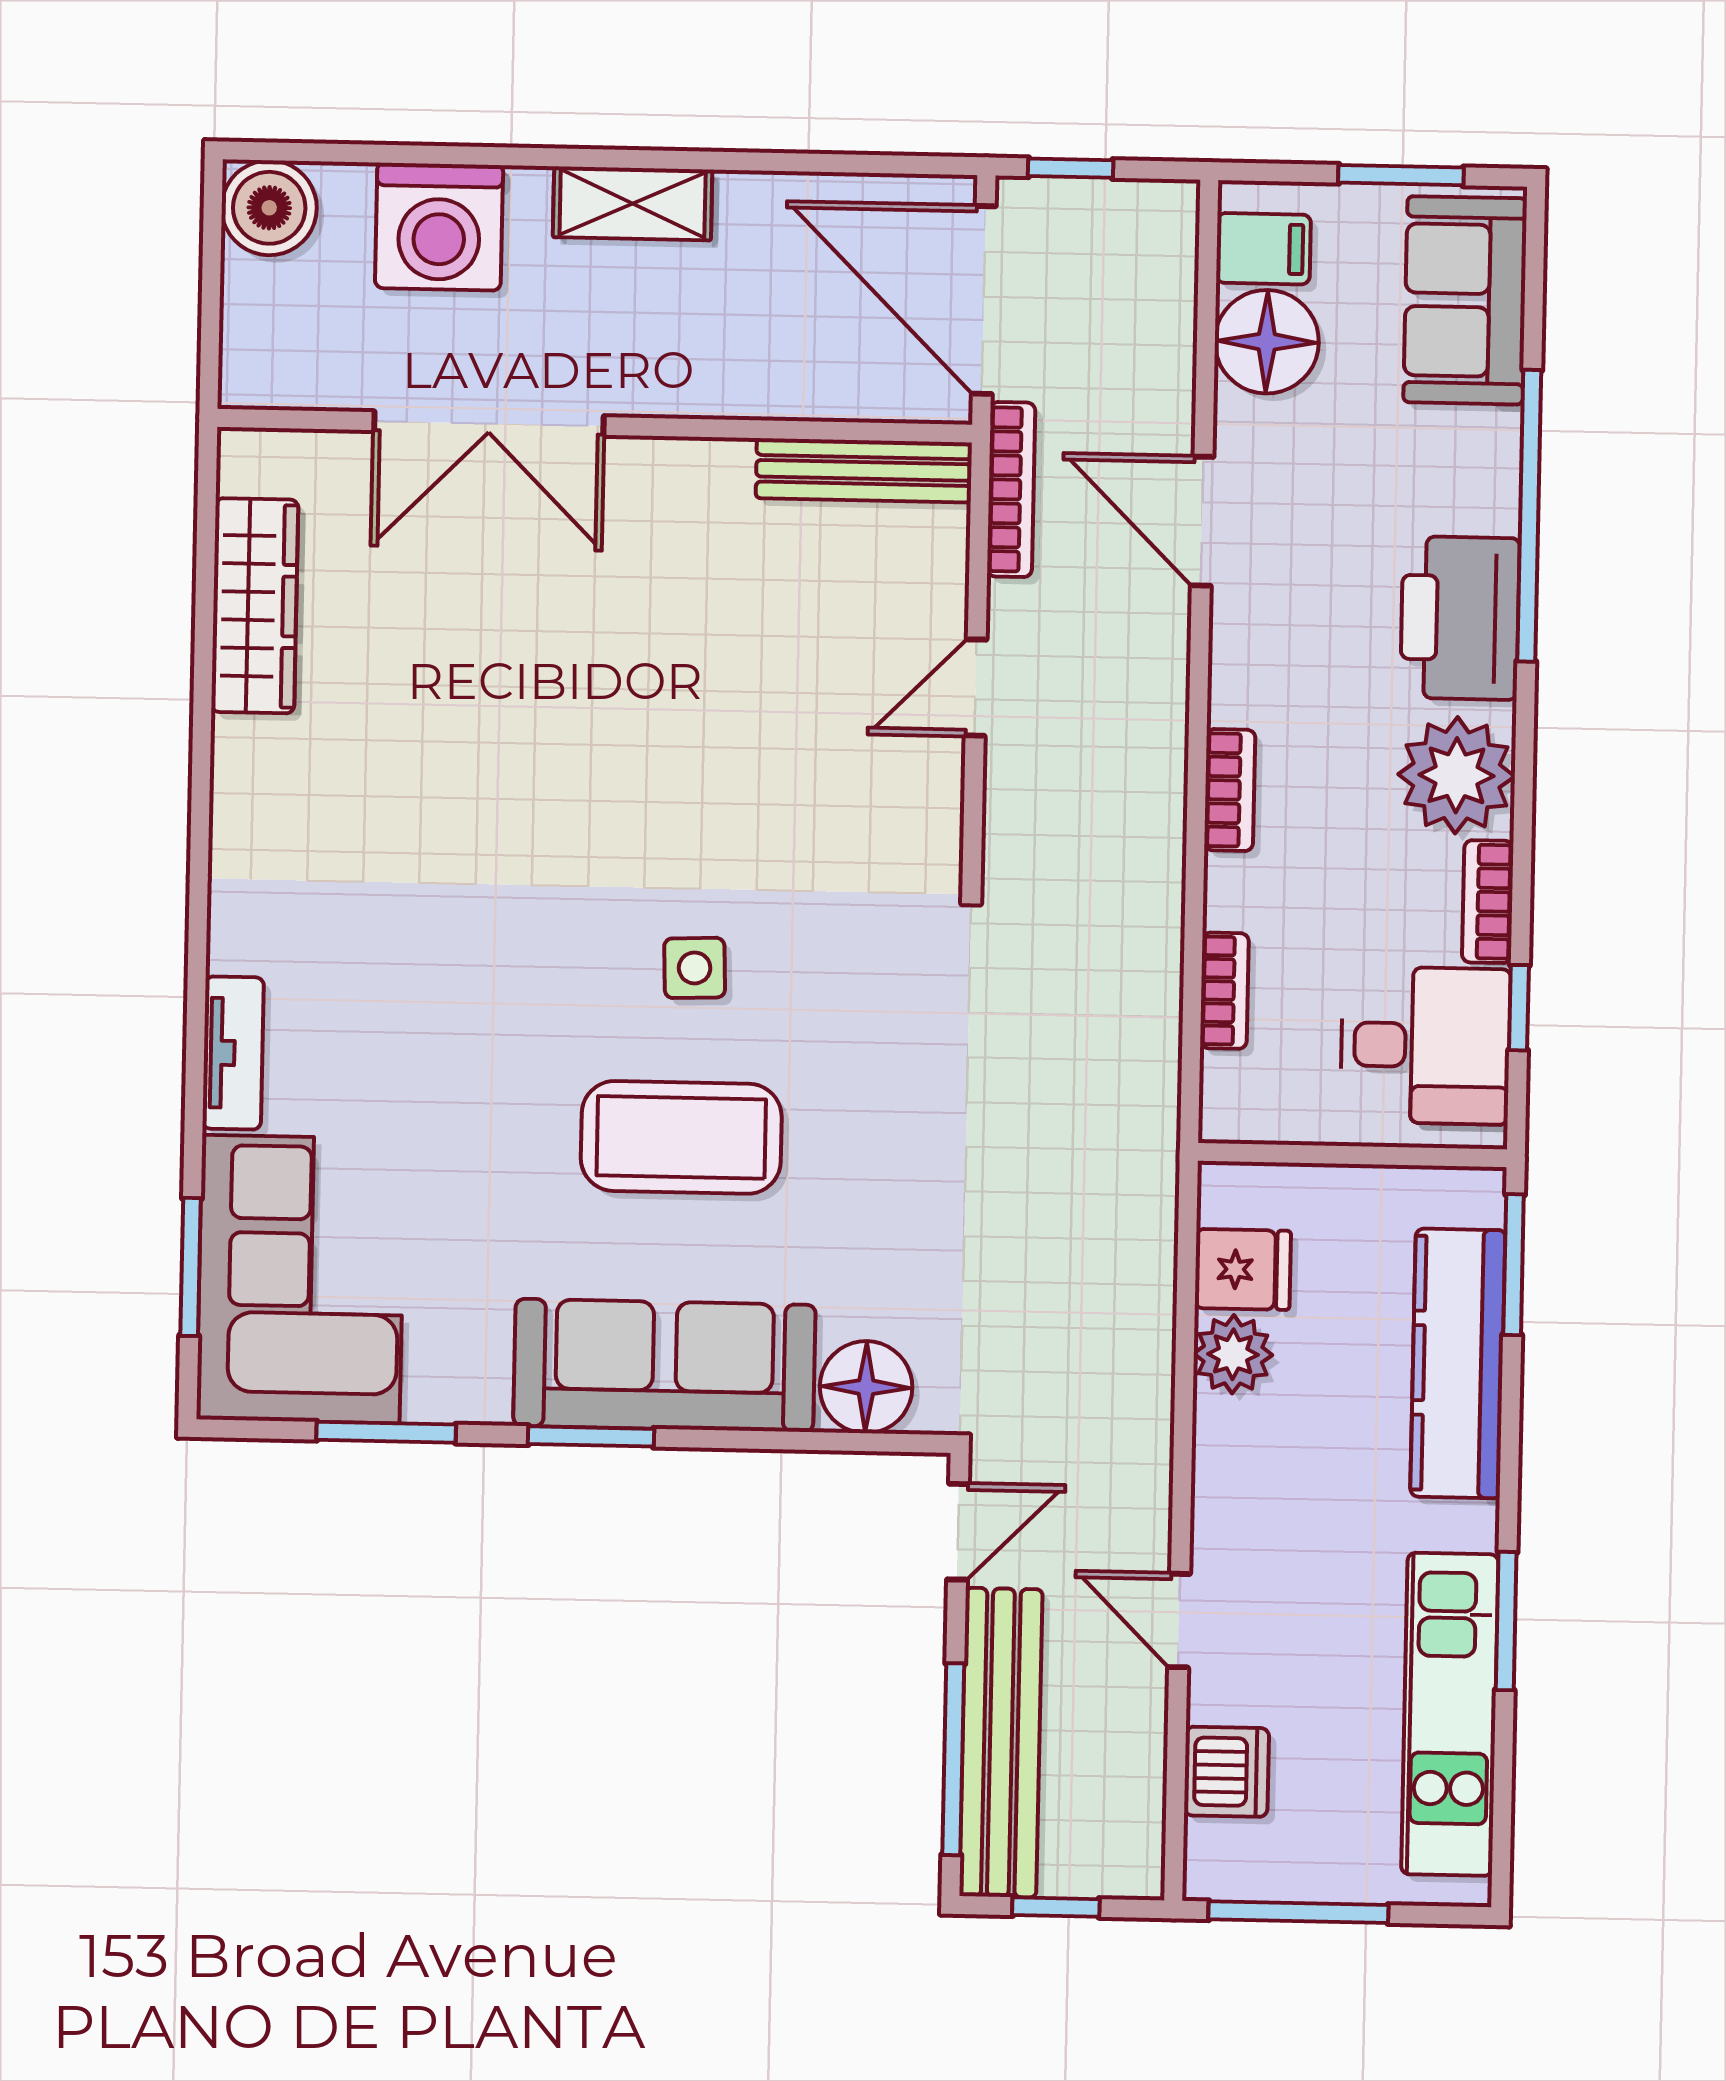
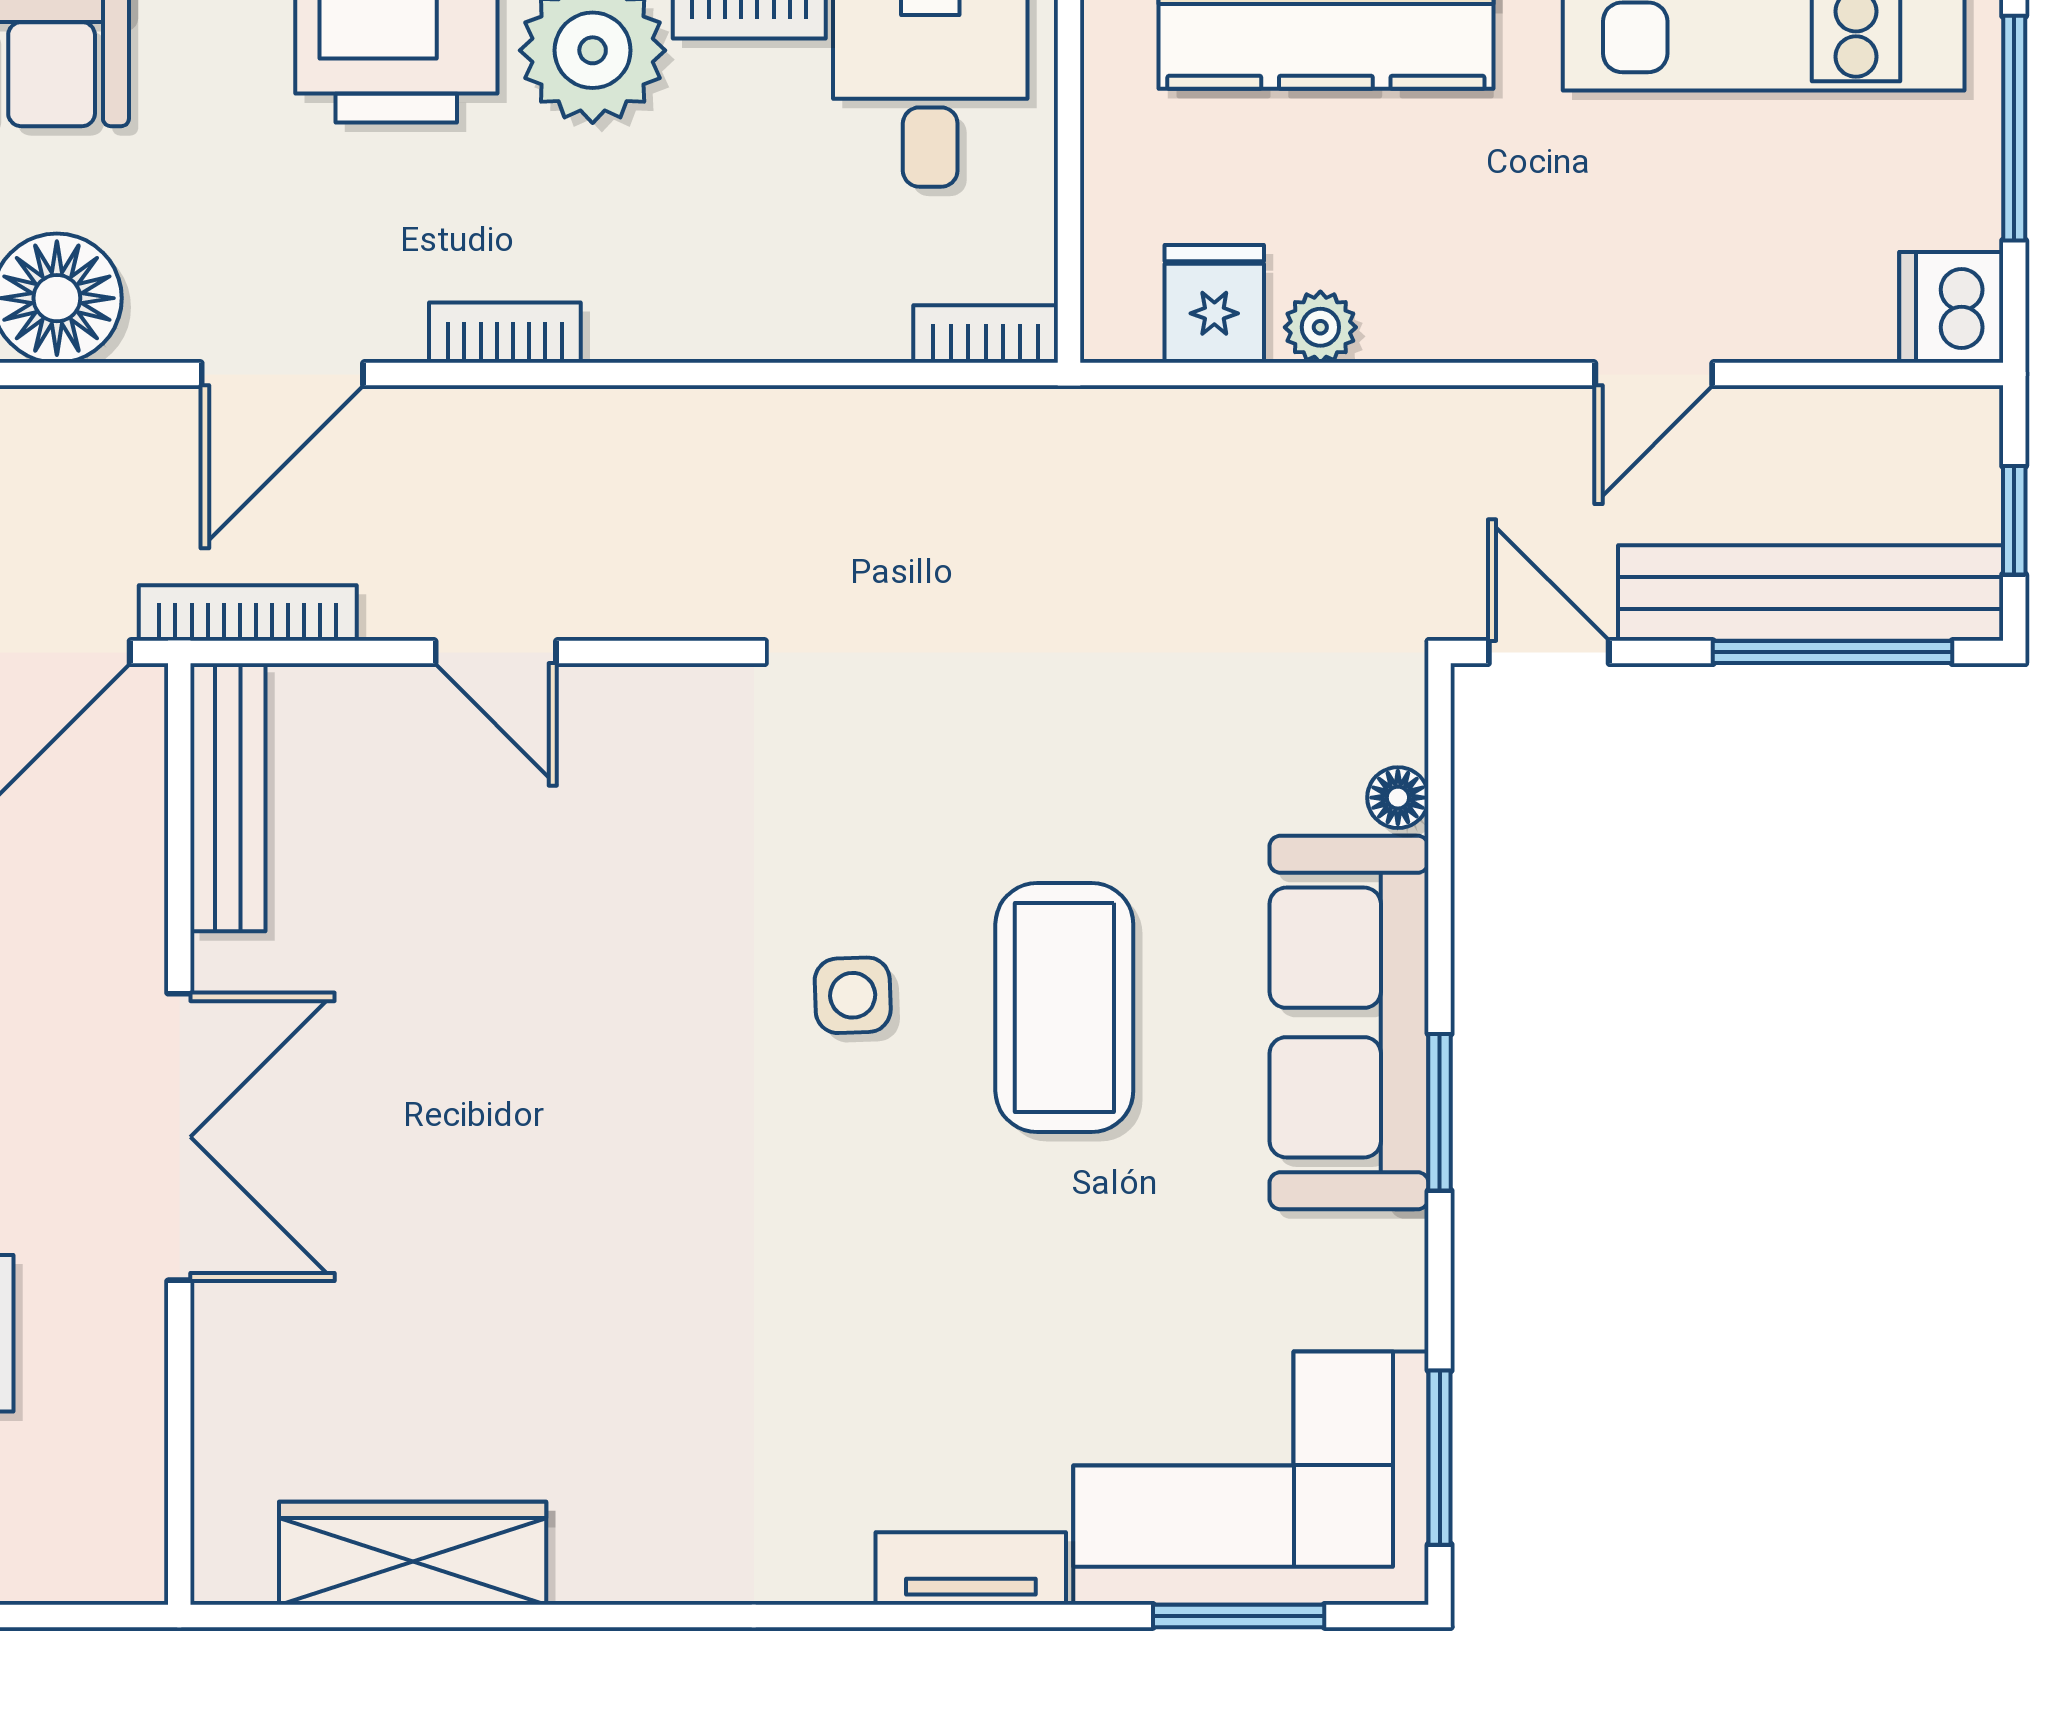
double door: (489, 424) -> (179, 1137), moved
bookcase: (1230, 790) -> (505, 333), moved
bookcase: (1224, 991) -> (986, 334), moved
plant: (1233, 1354) -> (1320, 327), width x0.73, depth x0.73
floor lamp: (866, 1387) -> (1398, 798), width x0.53, depth x0.53
window: (386, 1432) -> (1440, 1458), moved
dishwasher: (1226, 1772) -> (1951, 307), moved, turned -90
window: (1298, 1912) -> (2014, 128), moved

